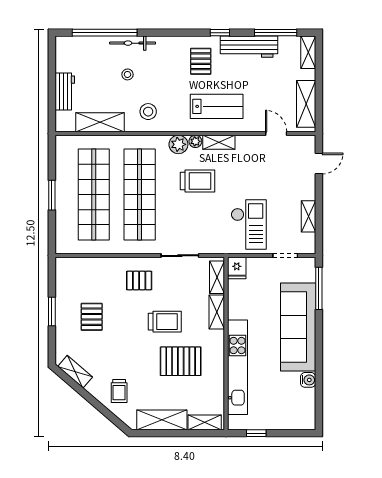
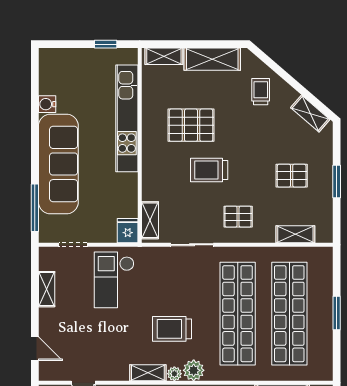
door: (319, 164) -> (35, 349), swing flipped
shelving: (217, 312) -> (295, 234), moved, turned 90
pallet: (92, 317) -> (292, 176), turned 90

